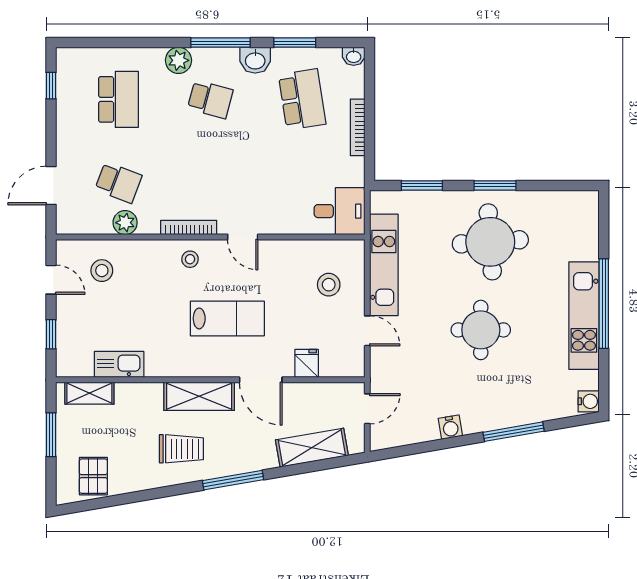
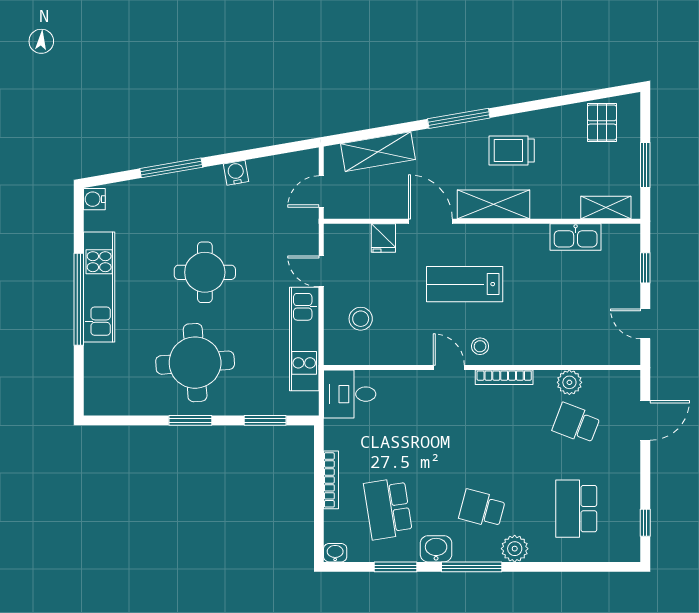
stool: (190, 259) -> (480, 346), moved
stool: (102, 271) -> (593, 333), removed

